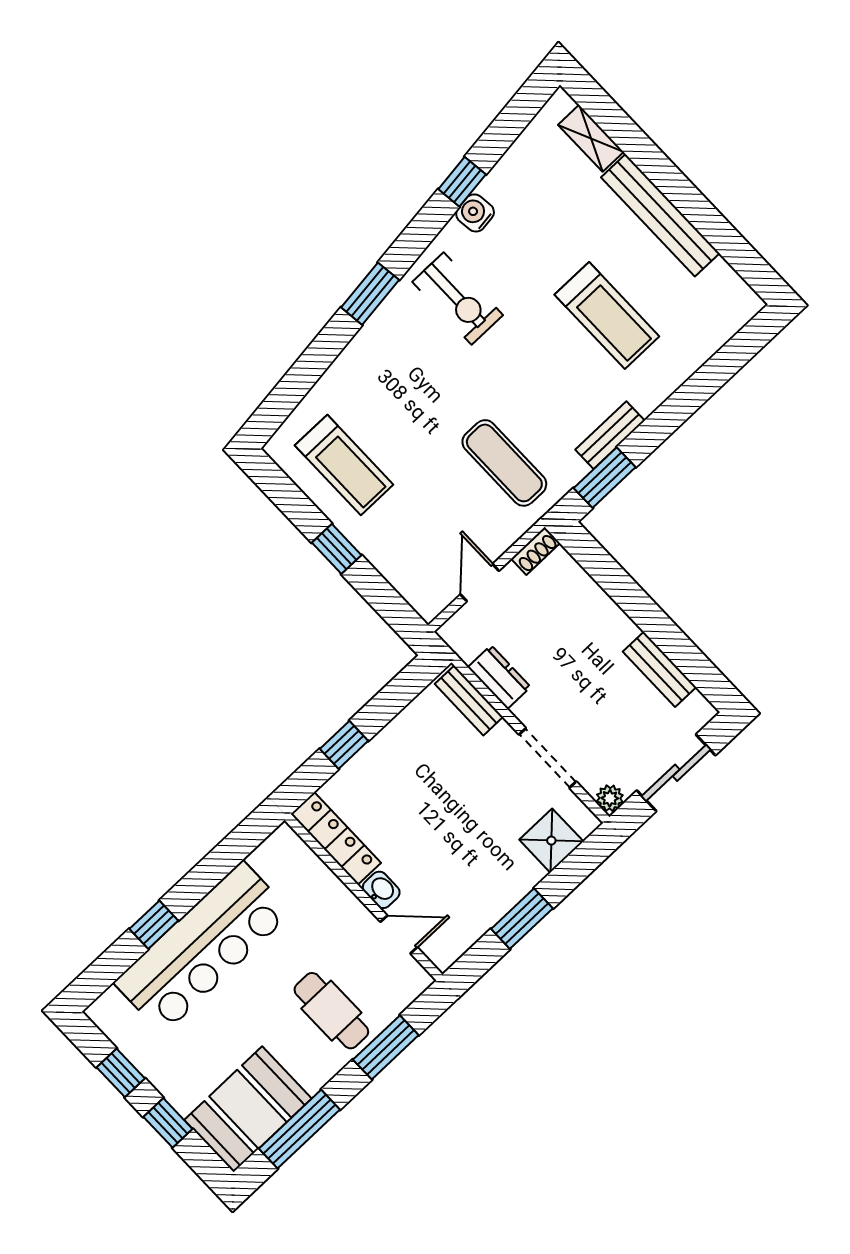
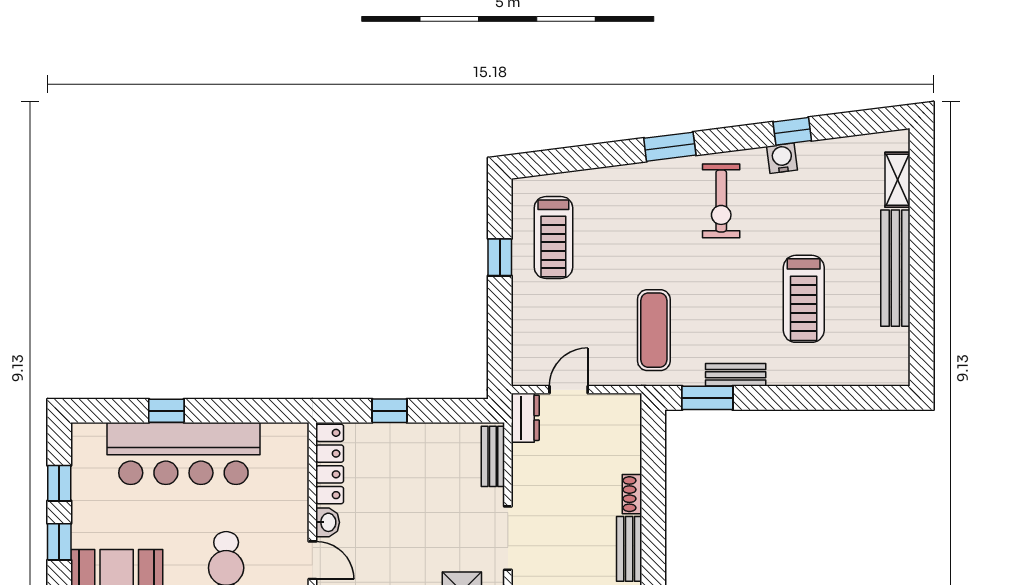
window: (337, 549) -> (500, 257), moved
shoe rack: (536, 551) -> (632, 494), moved, turned 90
dresser: (499, 677) -> (525, 418), moved

